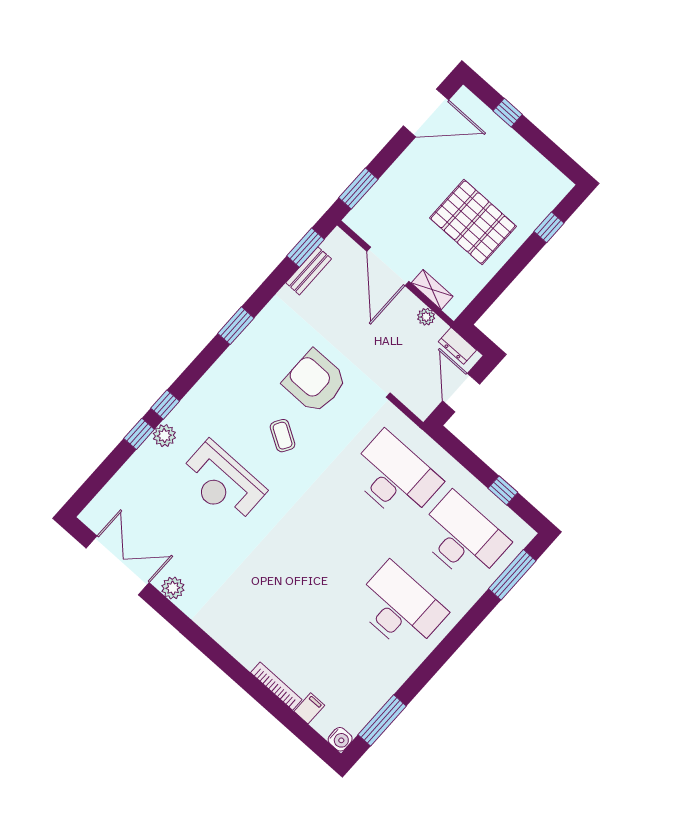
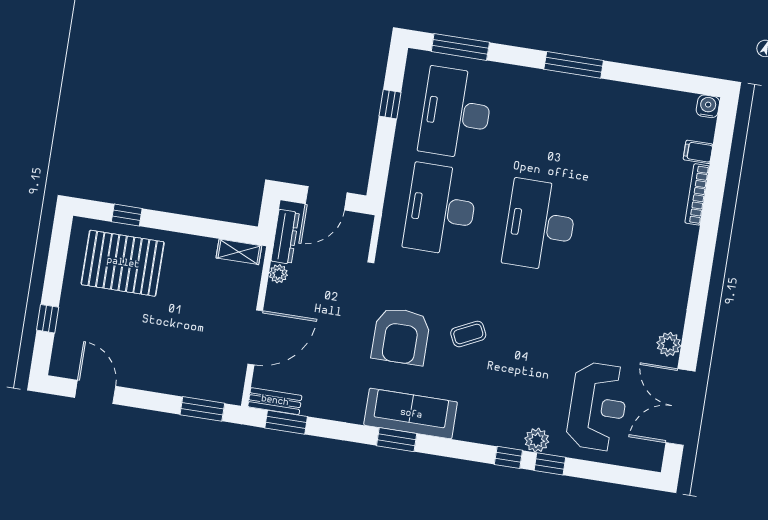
door: (426, 113) -> (95, 392), width x0.73
pallet: (473, 222) -> (123, 263), moved, turned 90
bench: (309, 271) -> (275, 401), moved
shelving: (432, 290) -> (239, 252), moved, turned 90
dresser: (457, 346) -> (285, 237), width x1.44
sofa: (249, 350) -> (411, 414), added
coffee table: (283, 436) -> (468, 334), turned 33
reception desk: (222, 482) -> (598, 407), moved
desk: (400, 608) -> (540, 225), moved
window: (382, 720) -> (574, 65), moved

